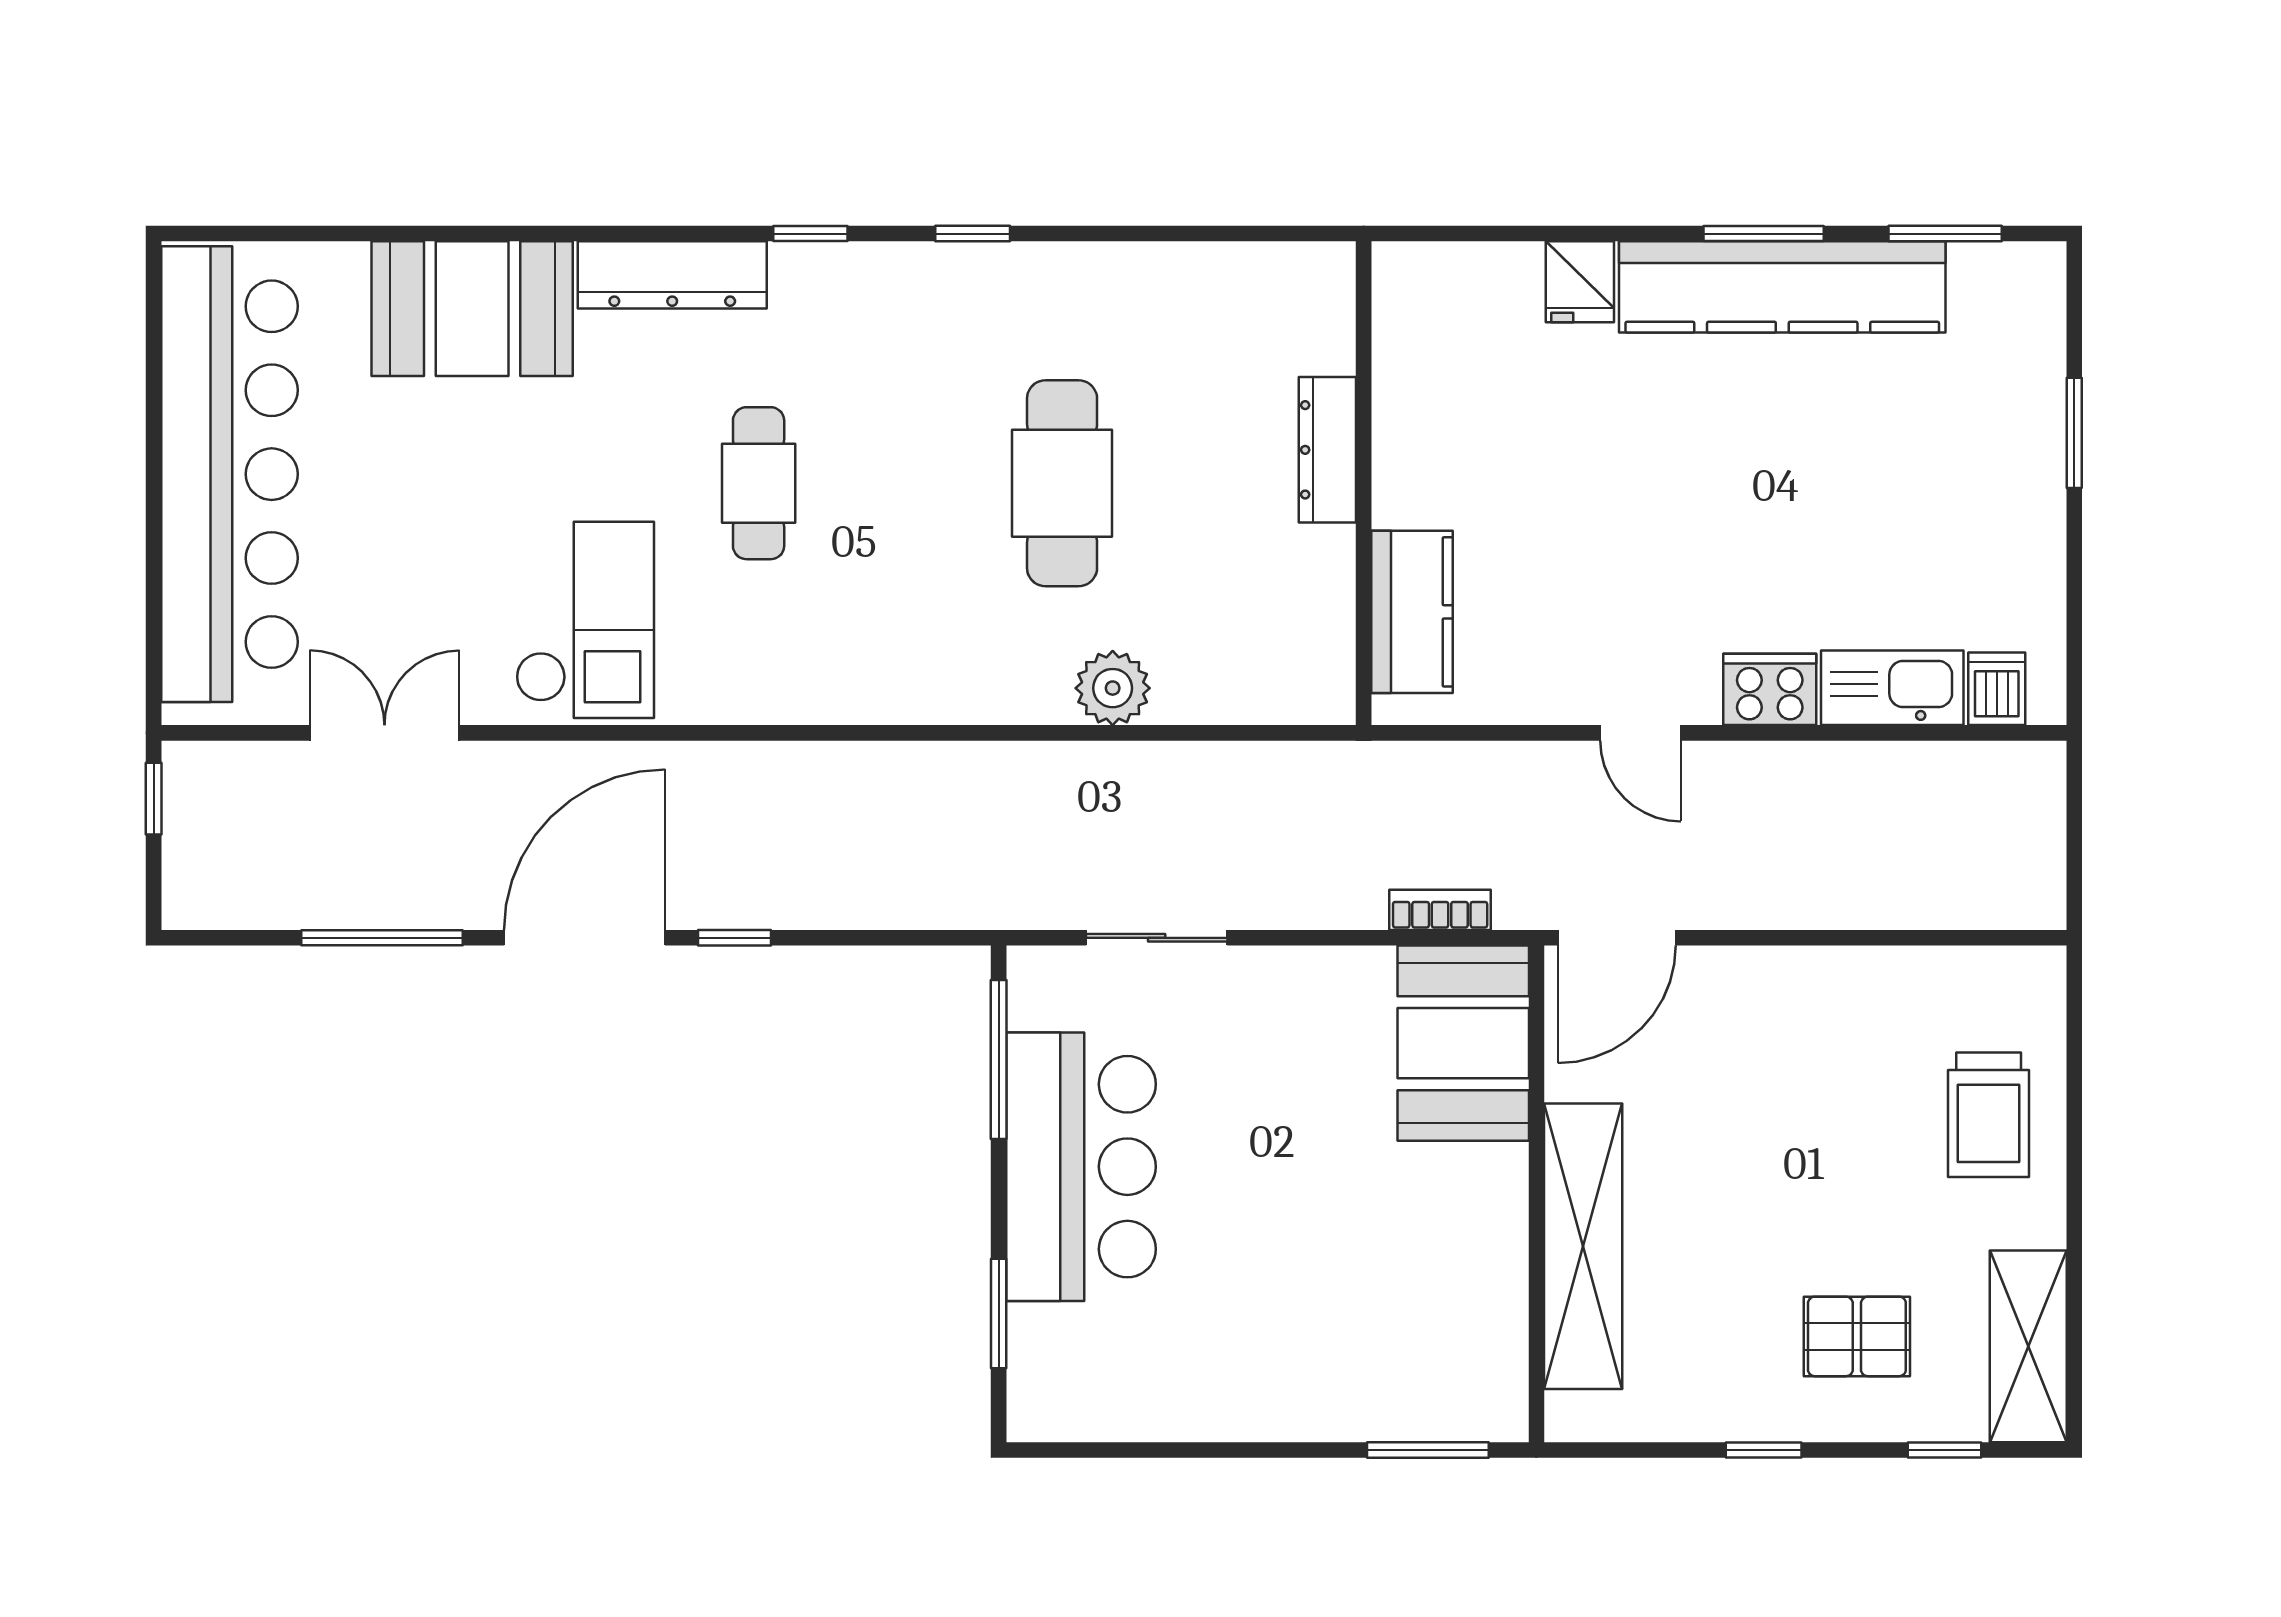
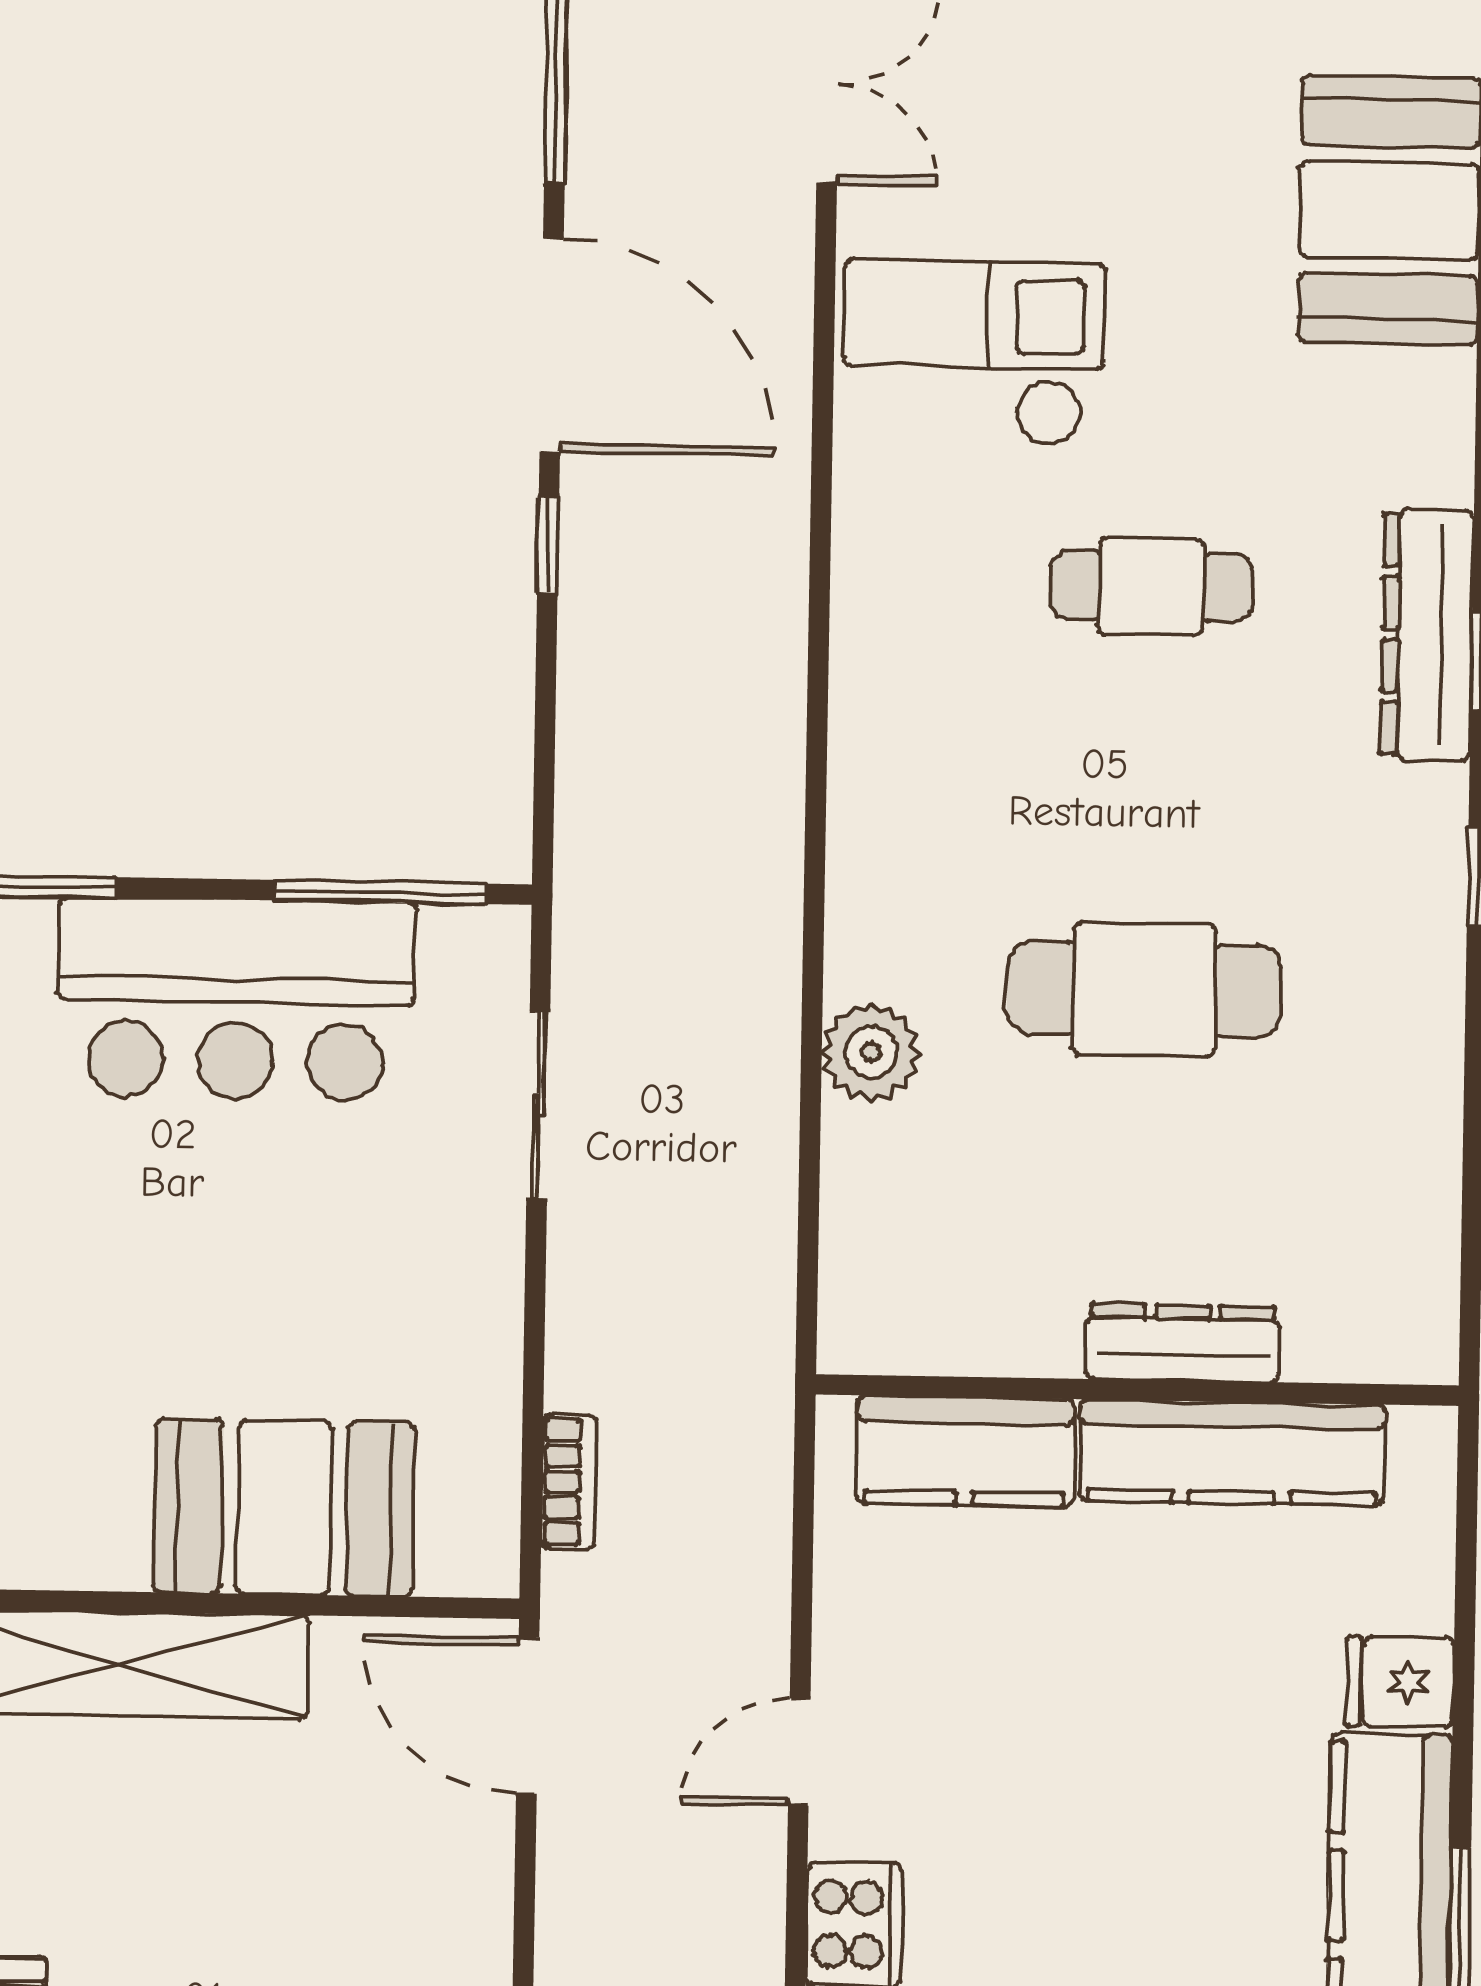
dresser: (672, 275) -> (1427, 635), moved
kitchen counter: (1410, 411) -> (1232, 1453), added
checkout: (585, 620) -> (974, 353), turned 180
booth: (1463, 1043) -> (284, 1507), moved

